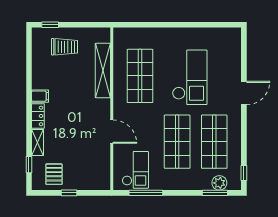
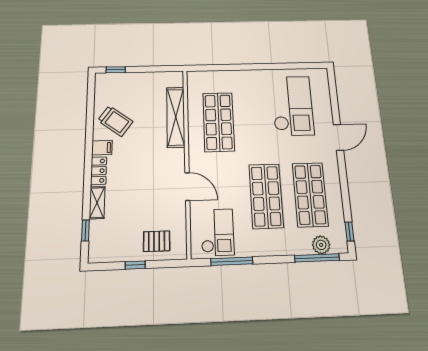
trolley: (65, 47) -> (115, 121), moved, turned 36
checkout: (190, 77) -> (292, 106), moved
pallet: (54, 174) -> (157, 241), moved, turned 90
window: (215, 193) -> (317, 258), width x1.44

